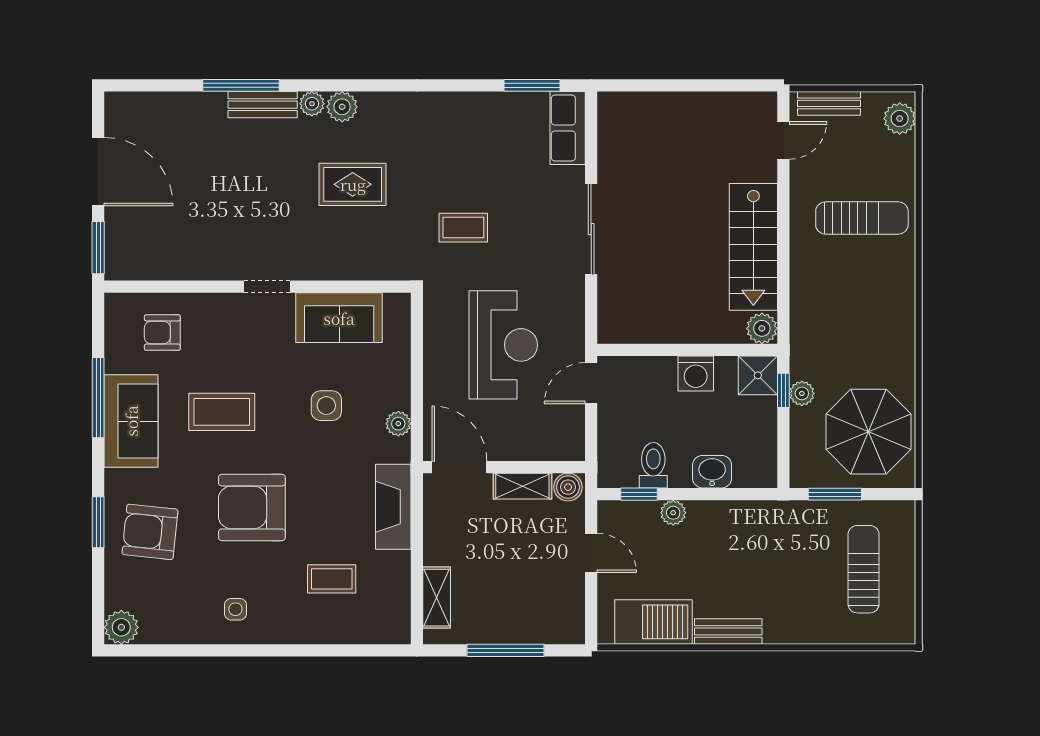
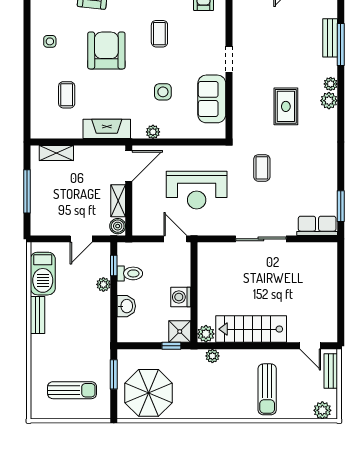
bench: (263, 105) -> (330, 38), moved
plant: (802, 393) -> (212, 356), moved
coffee table: (222, 412) -> (159, 34), width x0.73, depth x0.77

